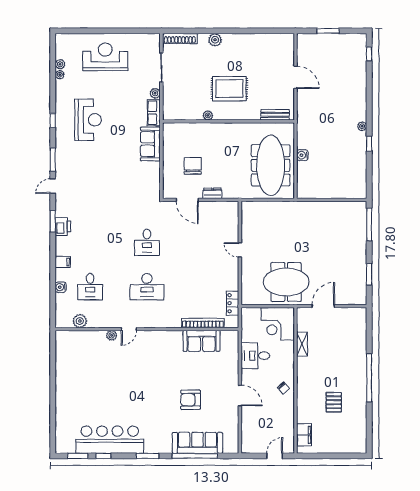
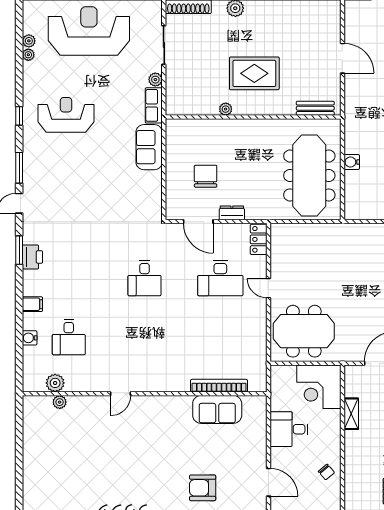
reception desk: (105, 57) -> (89, 31), width x1.36, depth x1.30
reception desk: (88, 120) -> (66, 115), turned -90
meeting table: (286, 282) -> (304, 331), moved
desk: (147, 287) -> (220, 278), moved
locker: (233, 303) -> (259, 239), moved
plant: (112, 335) -> (60, 402), moved

